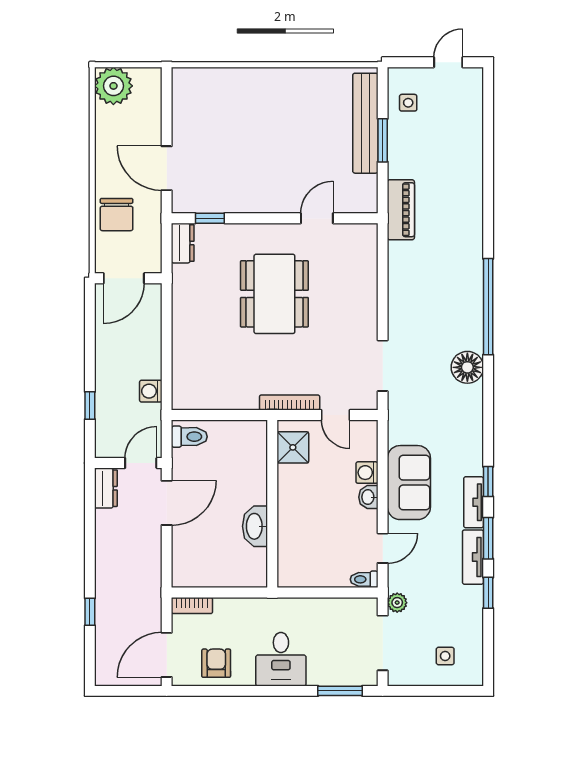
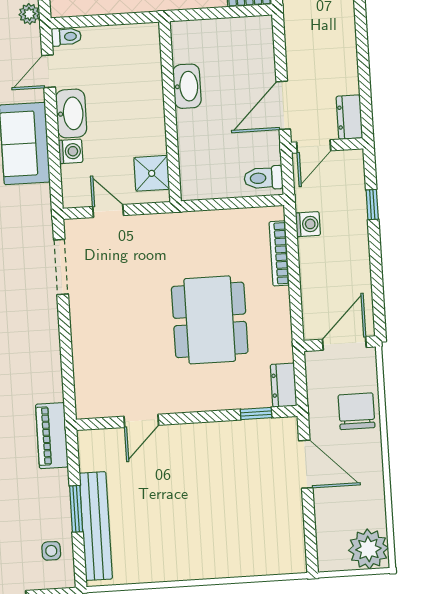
dining table: (274, 294) -> (210, 320), moved
bookcase: (290, 403) -> (279, 253), moved, turned 90
washbasin: (368, 497) -> (71, 113), width x1.91, depth x1.45

